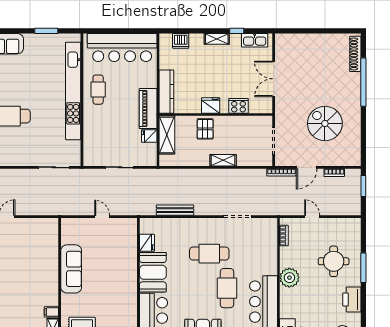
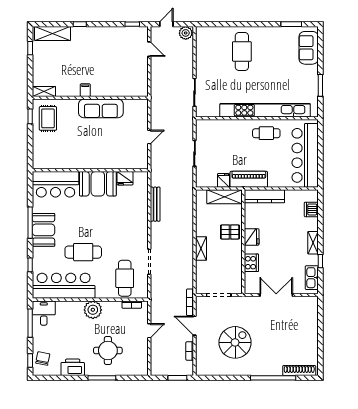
cafe table: (209, 254) -> (125, 278), moved
filing cabinet: (51, 312) -> (85, 90), moved

